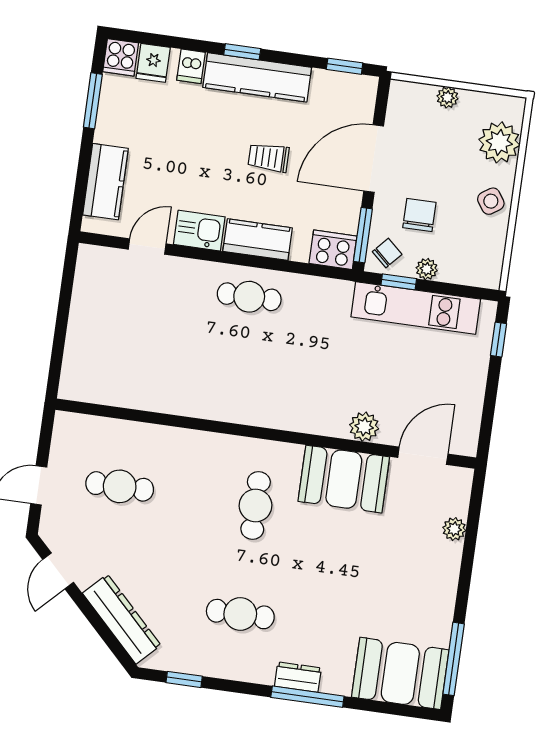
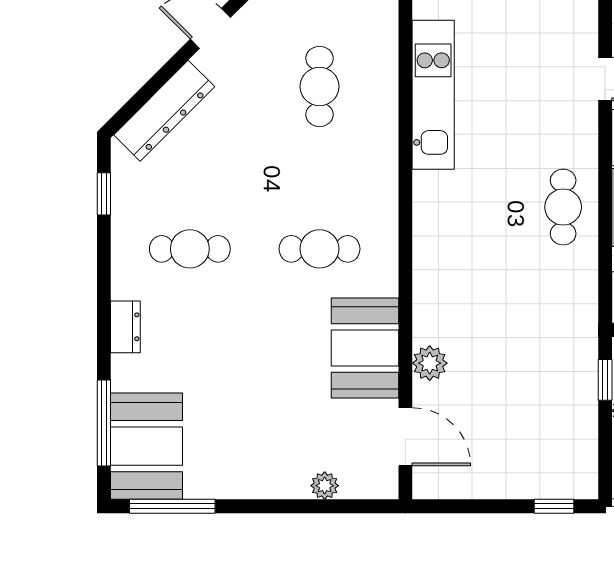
kitchen unit: (416, 308) -> (433, 95), moved, turned 180
cafe table: (240, 614) -> (190, 249), turned 90
window: (307, 697) -> (104, 423), moved

